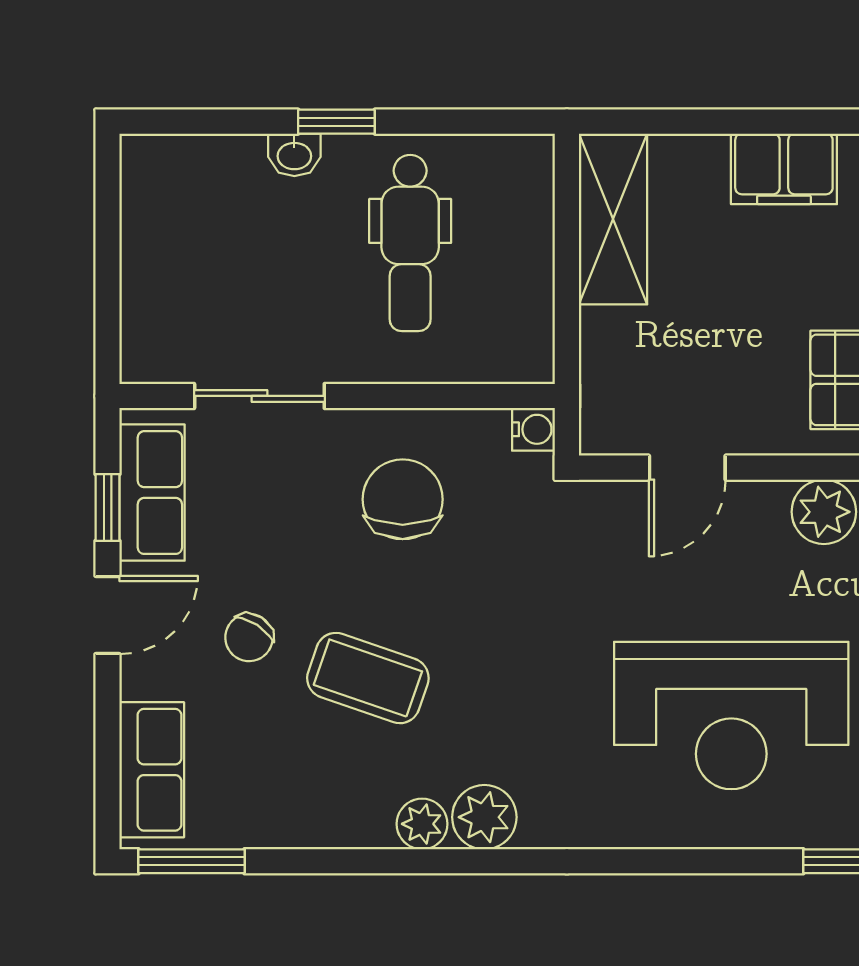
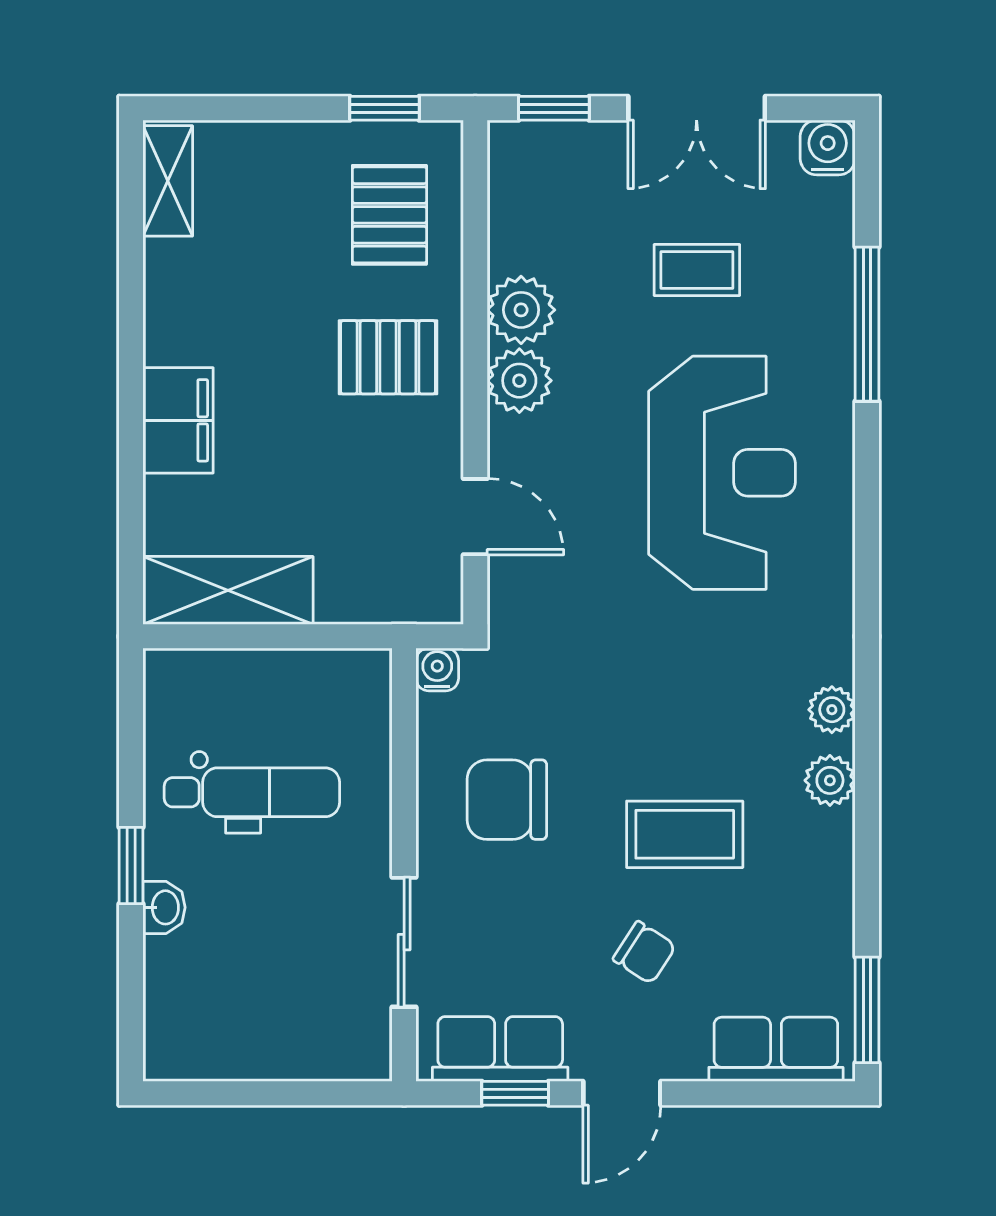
door: (108, 615) -> (622, 1093), swing flipped
coffee table: (368, 678) -> (685, 834), turned 71
plant: (484, 817) -> (832, 710), width x0.73, depth x0.73

